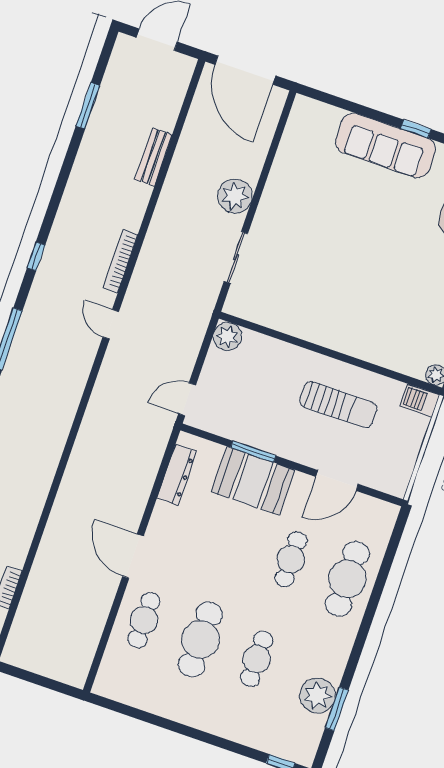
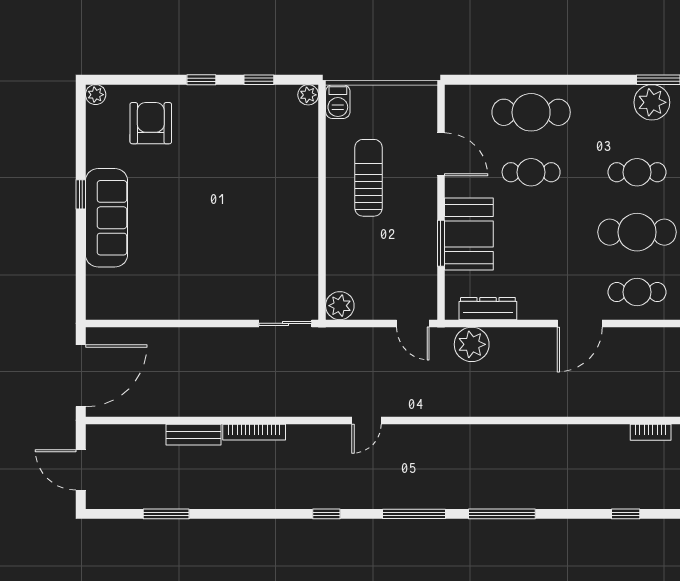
plant: (235, 196) -> (472, 344), moved
sliding door: (236, 257) -> (285, 323), moved
bookcase: (120, 261) -> (254, 432), moved

